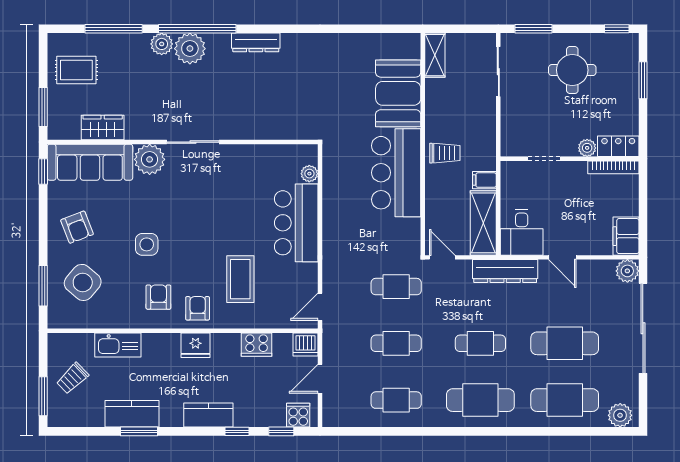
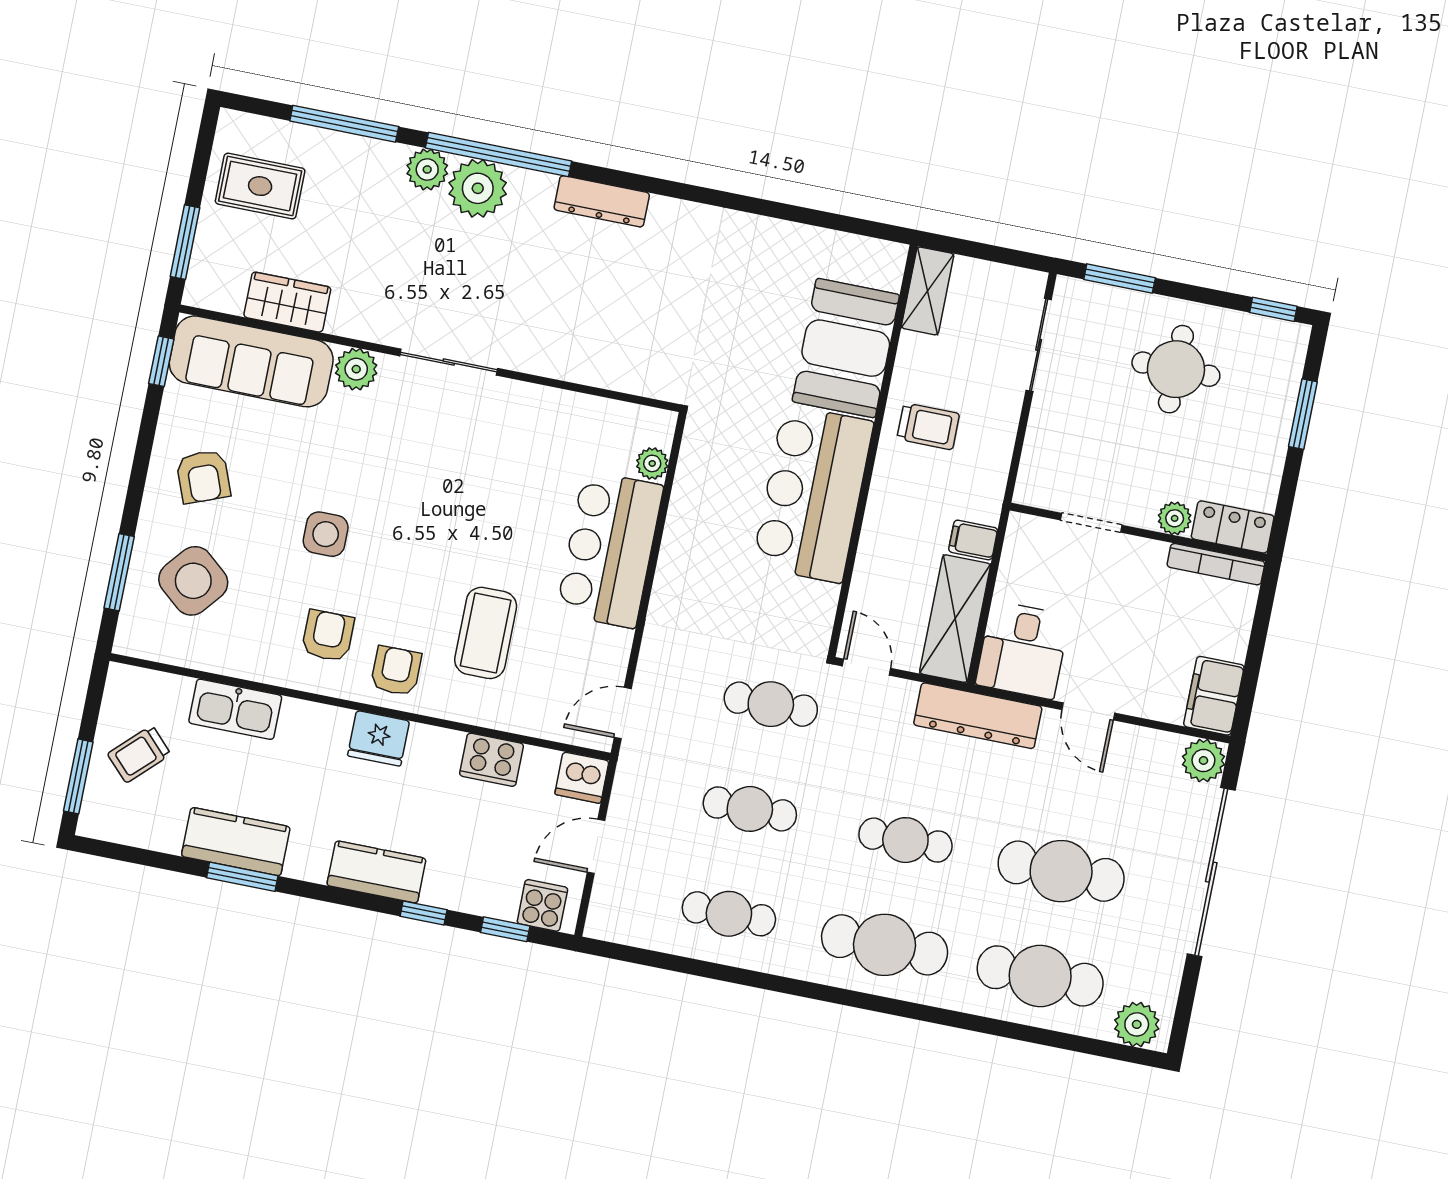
trolley: (445, 153) -> (928, 426), moved
plant: (150, 159) -> (356, 369), width x0.73, depth x0.73

